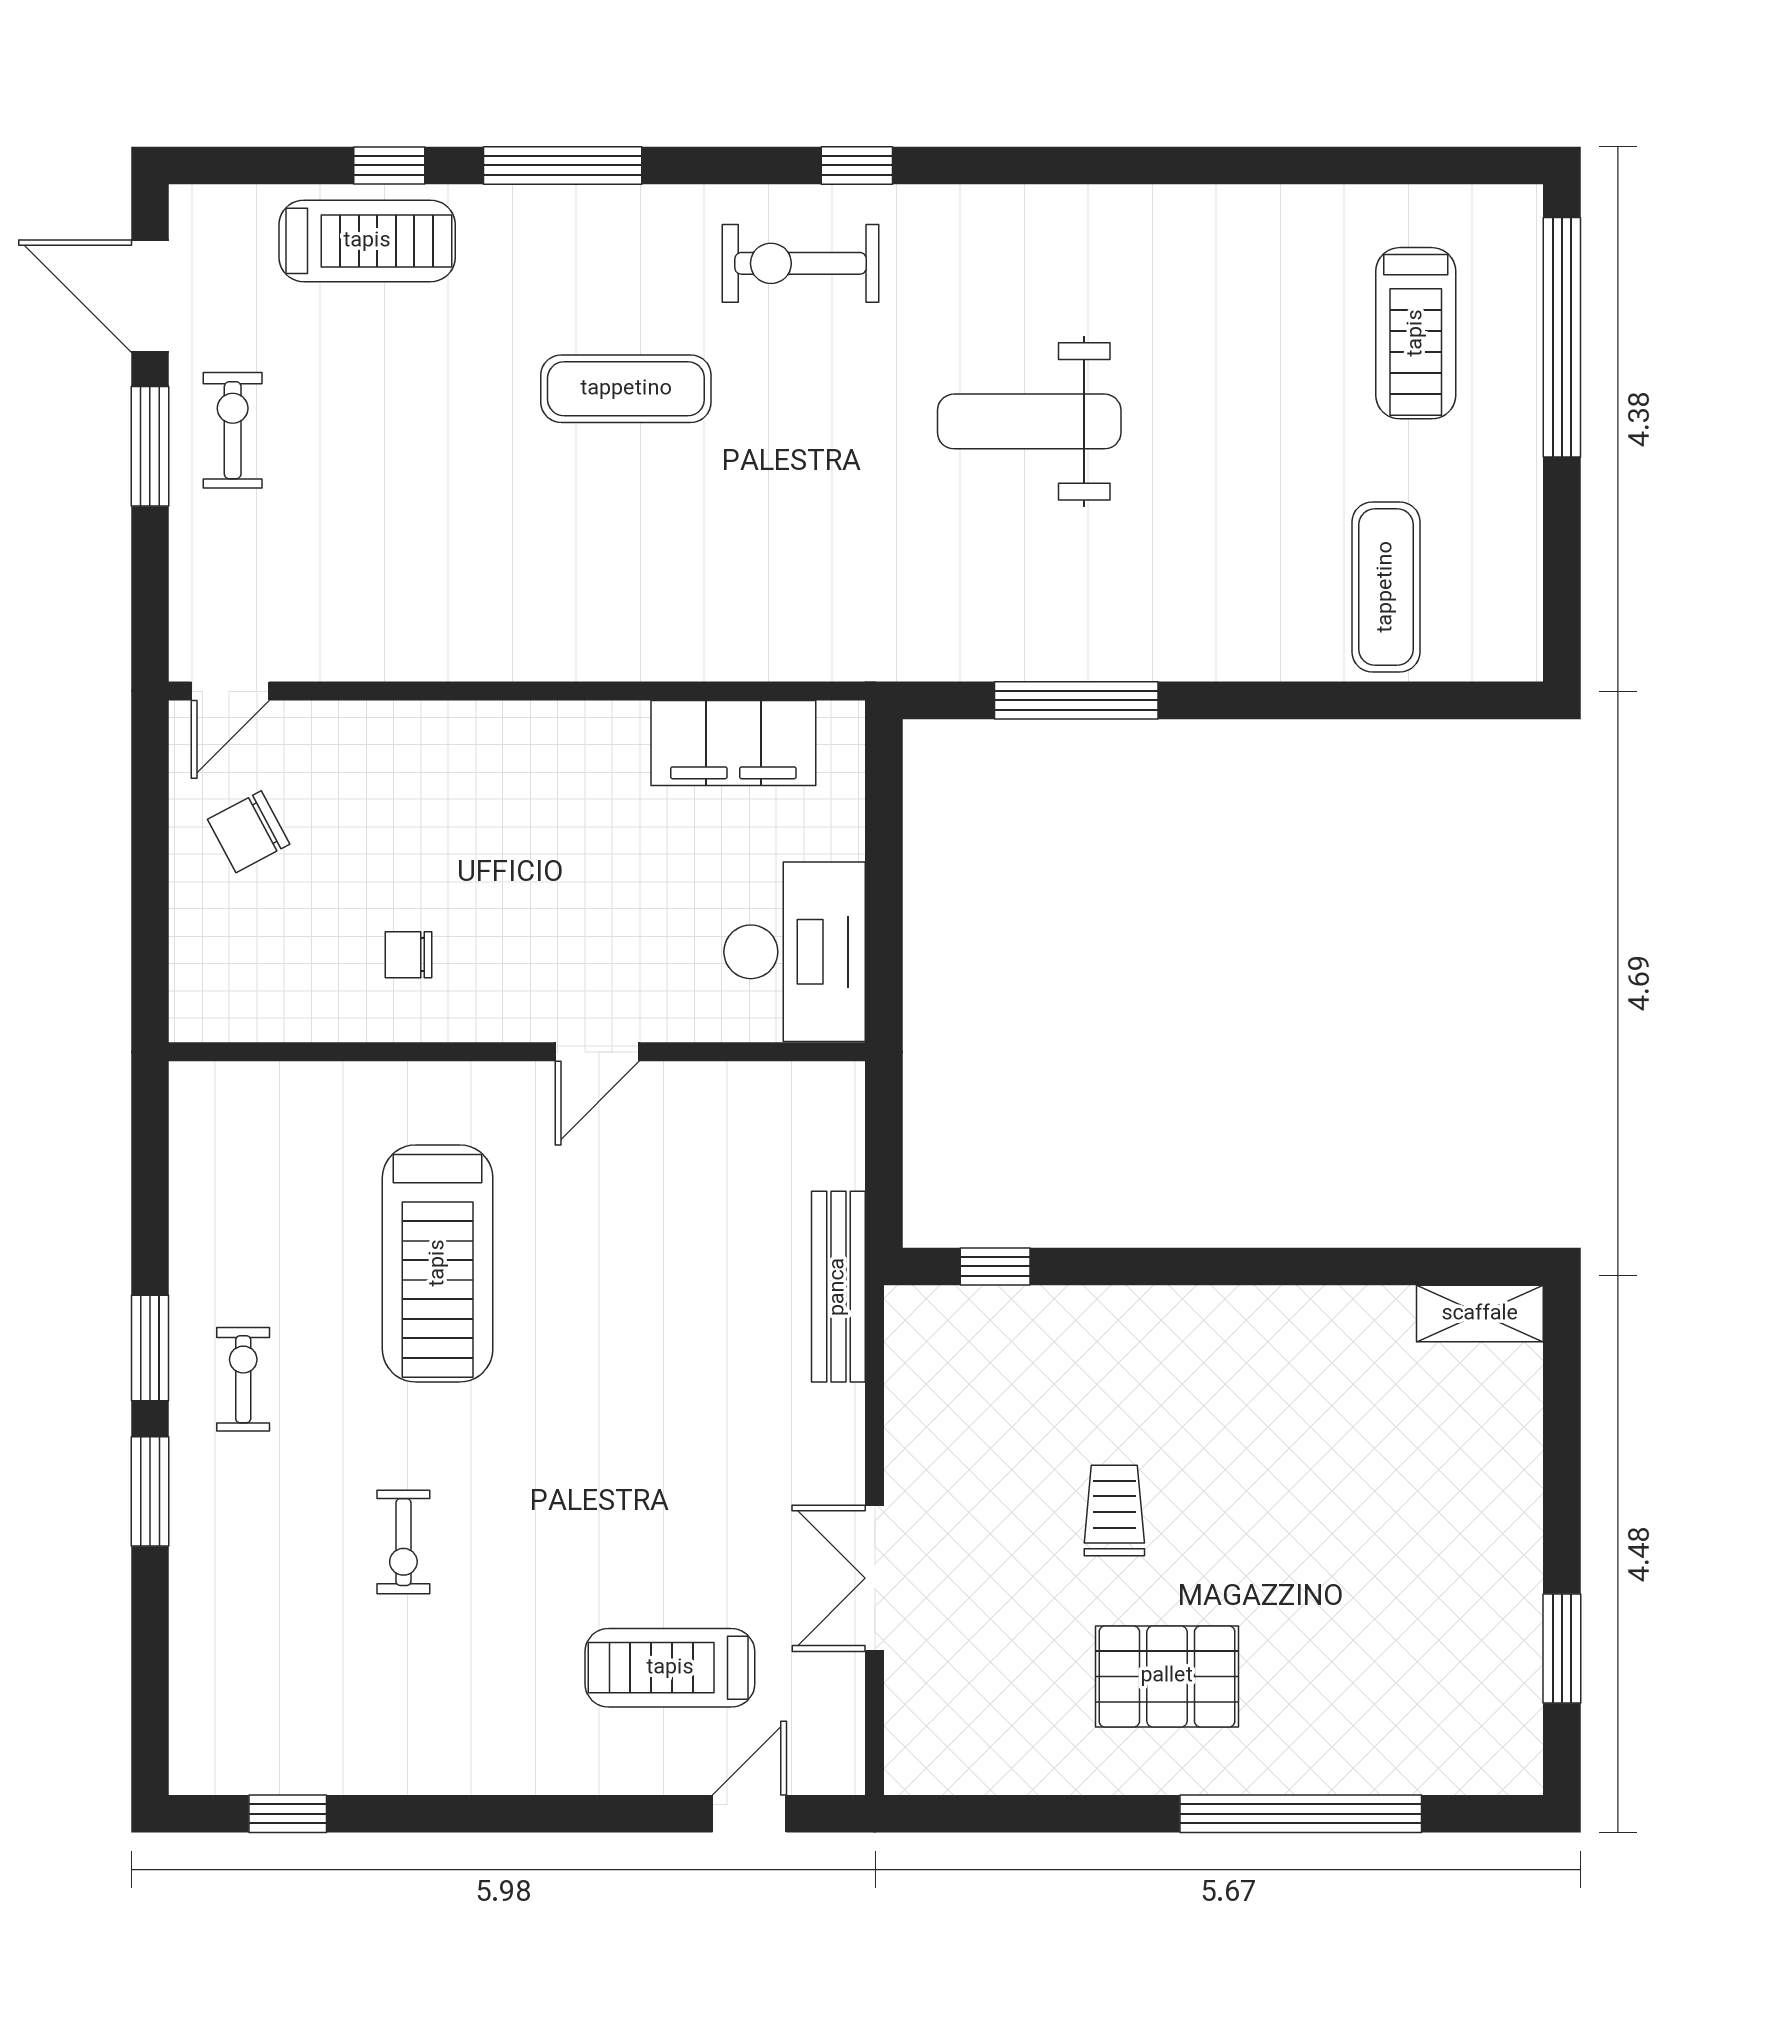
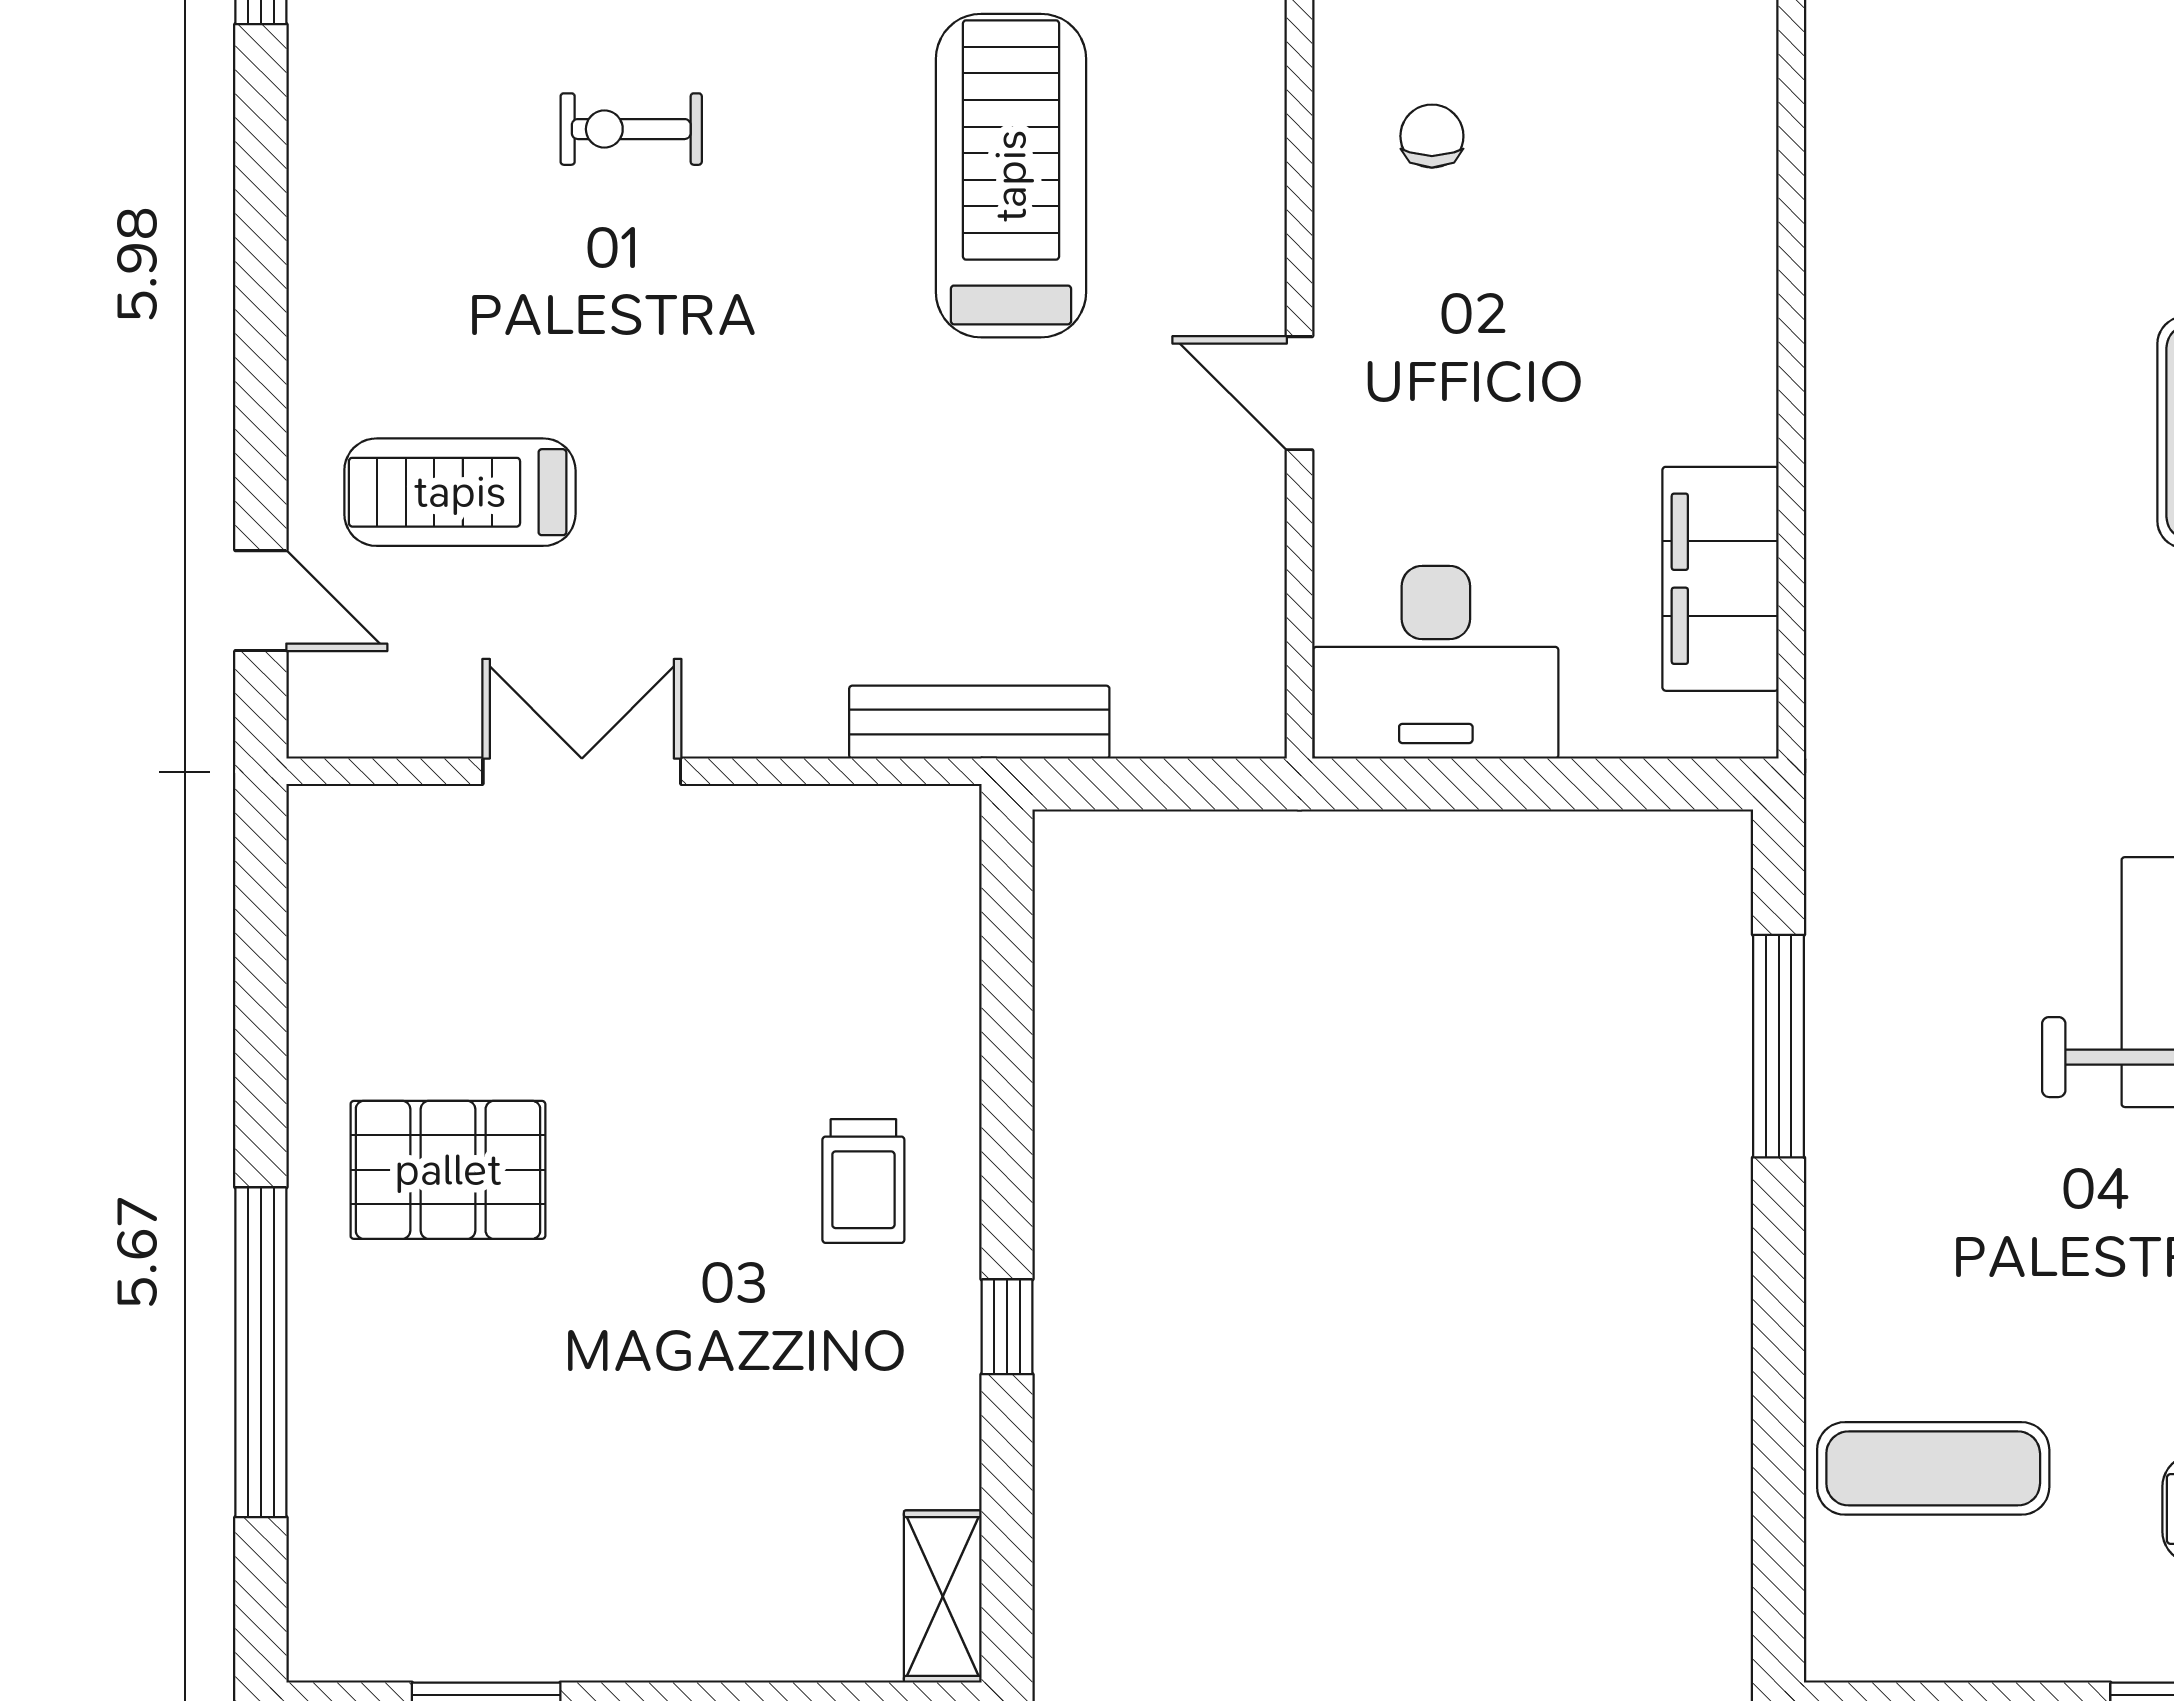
treadmill: (438, 1263) -> (1011, 176), turned 90
window: (995, 1266) -> (1007, 1327), moved
trolley: (1114, 1510) -> (863, 1181), moved, turned 90
treadmill: (670, 1668) -> (460, 492), turned -90
pallet: (1167, 1676) -> (448, 1170), turned 90

